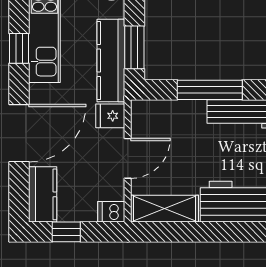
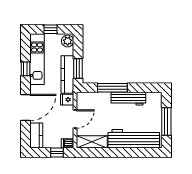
window: (66, 232) -> (57, 152), moved

